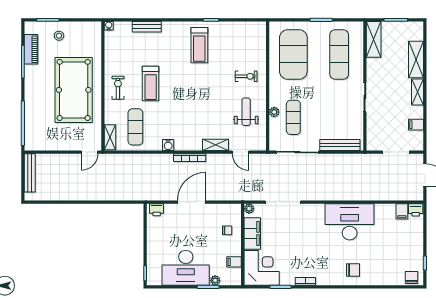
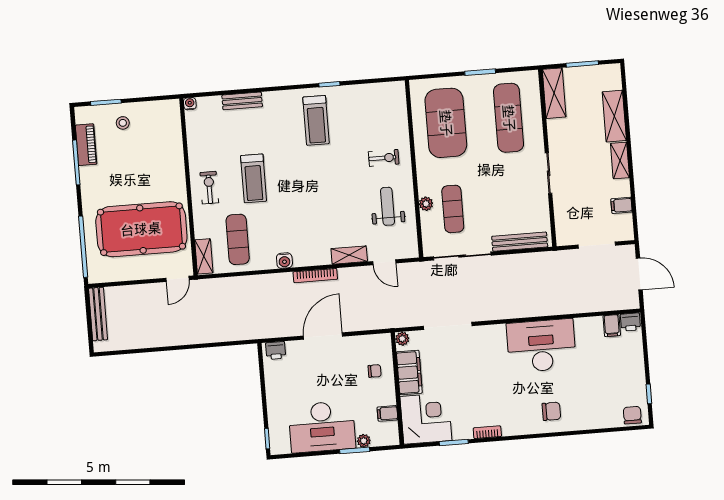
pool table: (74, 90) -> (141, 229), moved, turned 90

